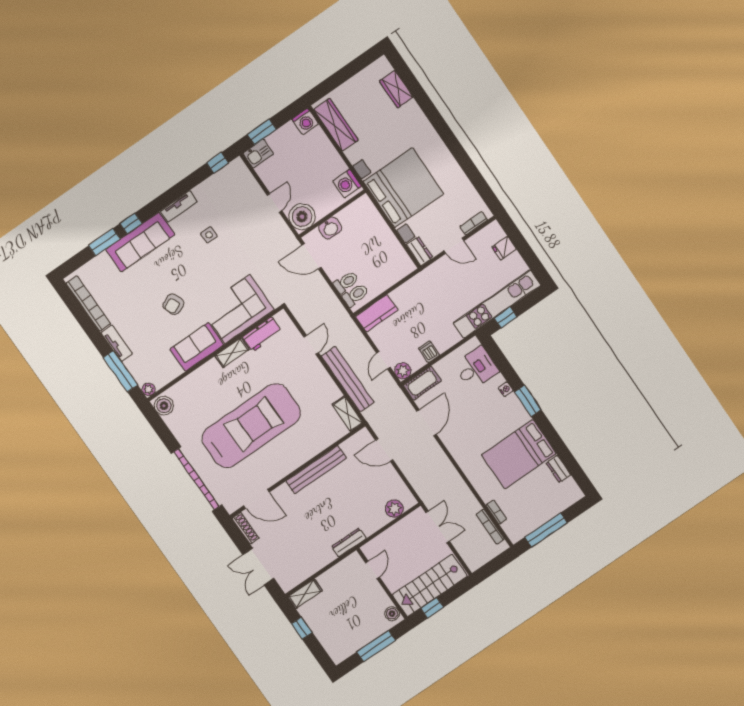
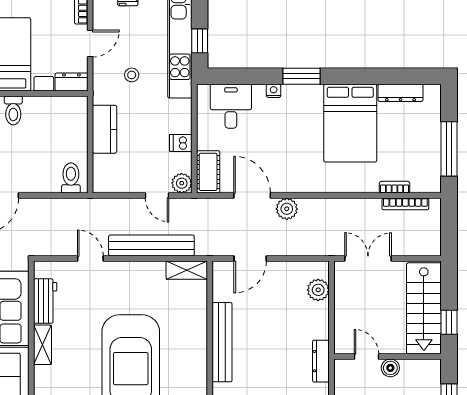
toilet: (346, 282) -> (13, 110), moved, turned 180
stool: (452, 288) -> (132, 75), added
kitchen counter: (377, 313) -> (105, 129), moved
plant: (434, 452) -> (287, 209), added
dresser: (558, 469) -> (400, 93), width x1.44
boiler: (392, 614) -> (390, 368), moved

